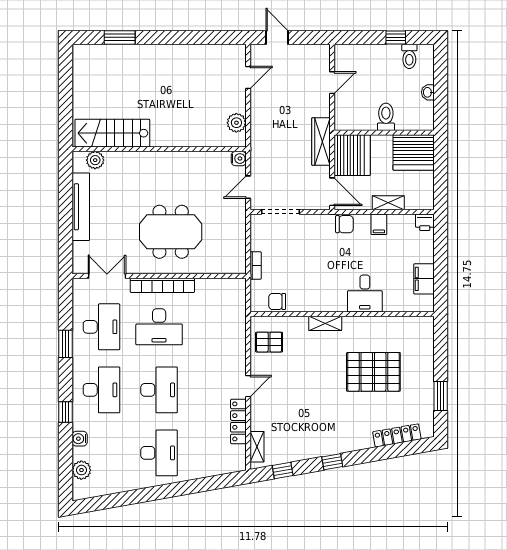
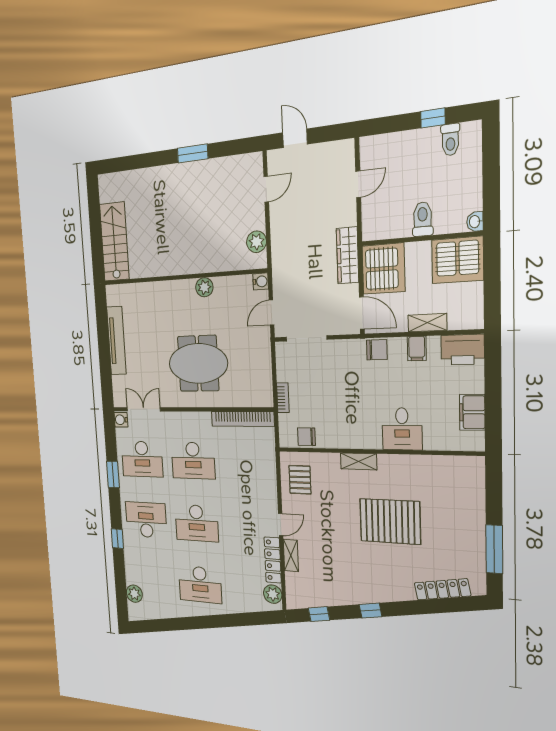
window: (120, 37) -> (193, 154), moved
washbasin: (428, 92) -> (475, 222), moved
stairs: (112, 133) -> (114, 242), moved, turned 90
plant: (95, 160) -> (204, 287), moved
printer: (425, 222) -> (463, 350), width x1.87, depth x1.48
bookcase: (162, 285) -> (243, 419), moved
desk: (101, 327) -> (142, 459), turned 90
pallet: (269, 342) -> (300, 480), turned 90
pallet: (373, 372) -> (390, 521), moved
desk: (101, 390) -> (146, 520), turned -90
desk: (159, 390) -> (197, 523), turned 90
window: (441, 396) -> (494, 549), width x1.44
water cooler: (80, 439) -> (121, 420), moved
shelving: (257, 447) -> (291, 556), moved
desk: (159, 453) -> (200, 584), turned 90
plant: (237, 455) -> (273, 594), added

